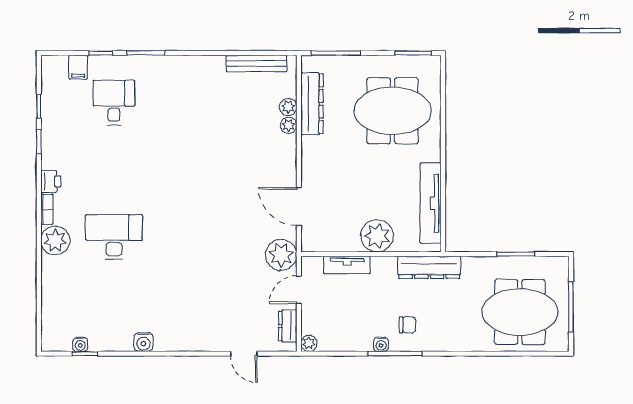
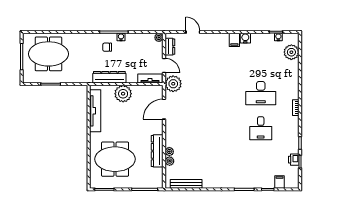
desk: (114, 103) -> (261, 128), moved
dresser: (312, 104) -> (157, 151), moved
printer: (51, 181) -> (294, 160), moved
door: (299, 206) -> (164, 109), swing flipped
plant: (55, 241) -> (291, 52), moved
tv unit: (347, 265) -> (150, 78), moved
dresser: (429, 267) -> (109, 77), moved
door: (299, 290) -> (164, 66), hinge flipped
filing cabinet: (164, 339) -> (234, 40), added

